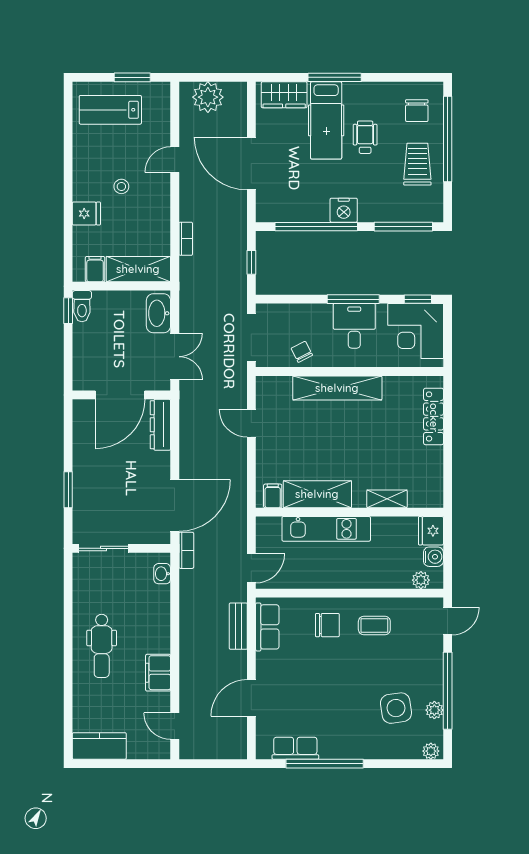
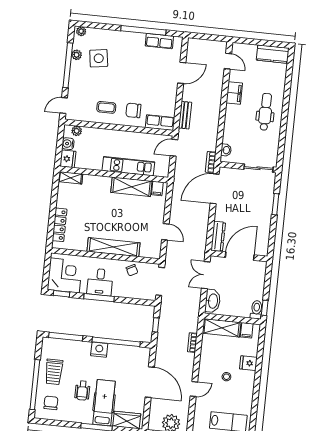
shelving: (387, 499) -> (70, 178), moved
row of seats: (267, 627) -> (160, 123), moved, turned 90

